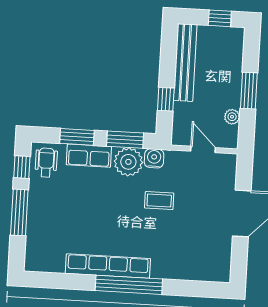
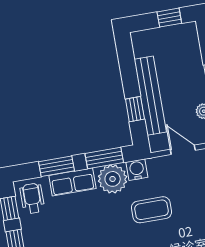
bench: (185, 63) -> (150, 96), moved
coffee table: (159, 200) -> (151, 210), width x1.36, depth x1.30

